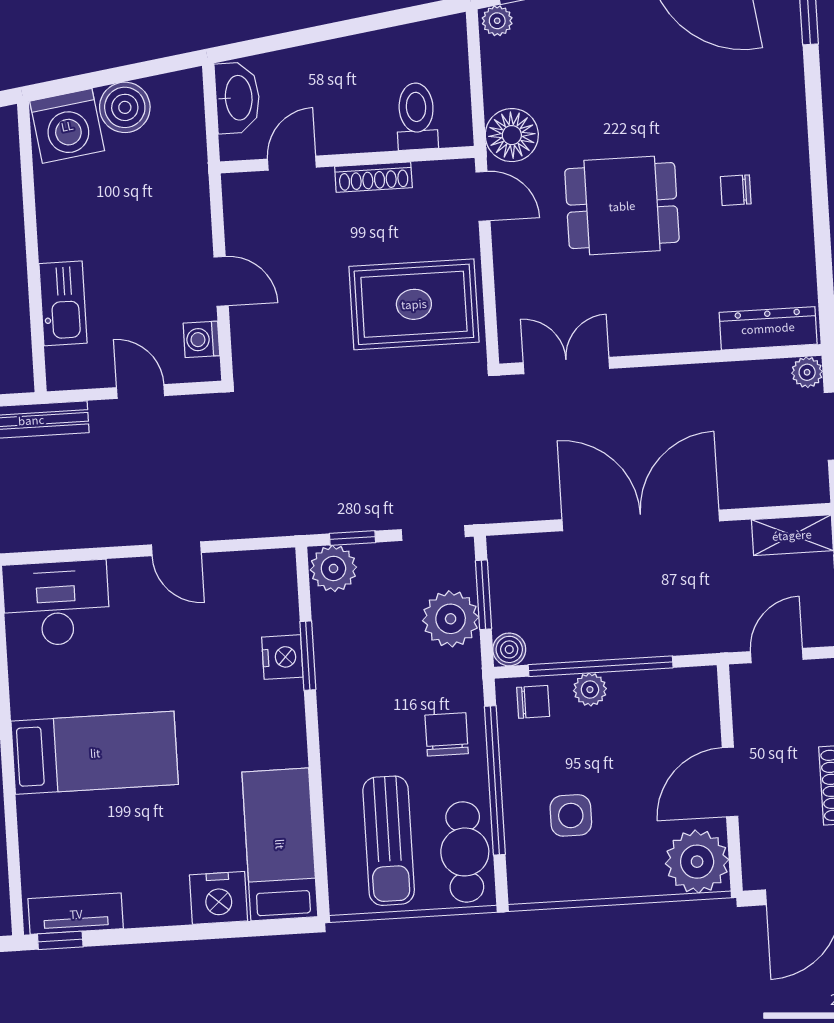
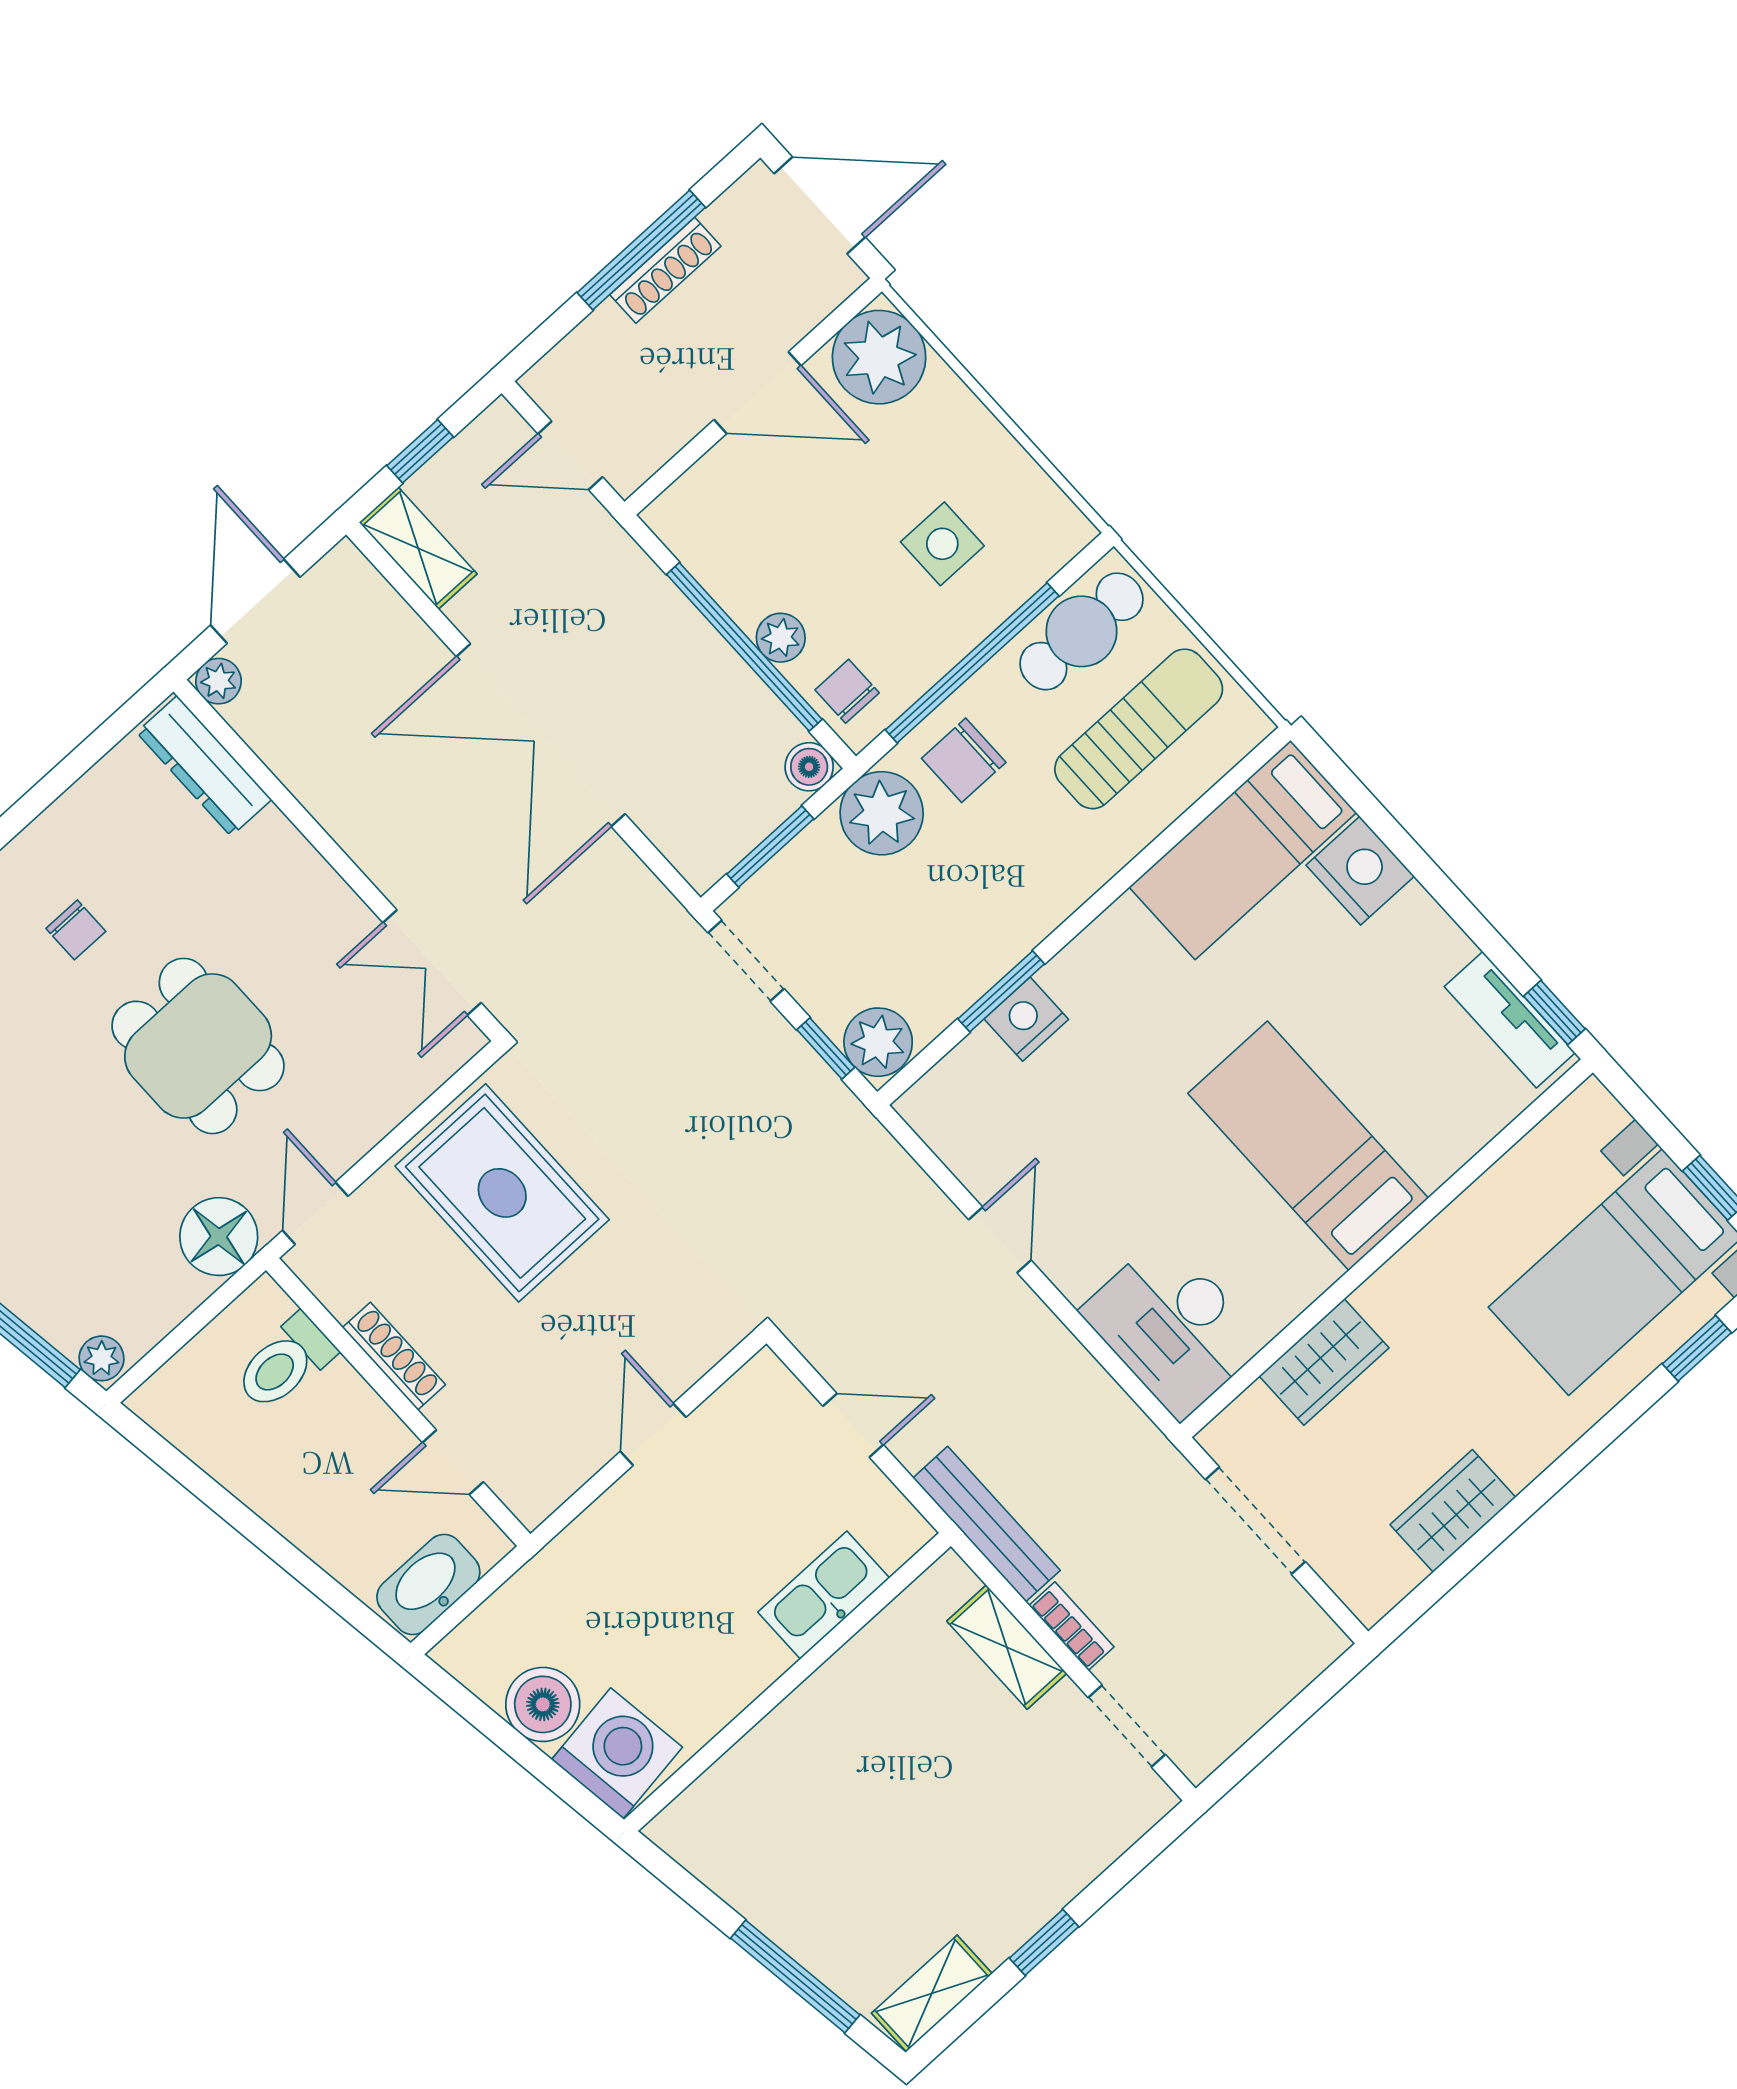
washing machine: (201, 339) -> (738, 1404), removed
door: (140, 392) -> (853, 1425), swing flipped
plant: (451, 619) -> (882, 813), moved

